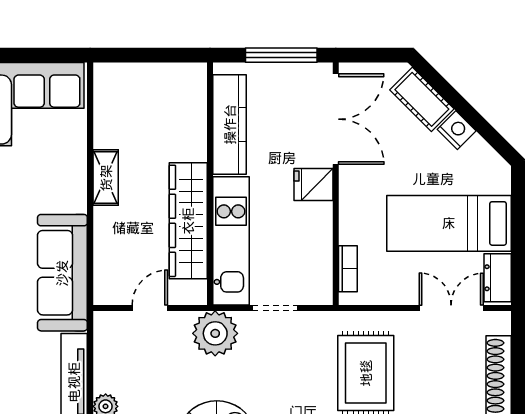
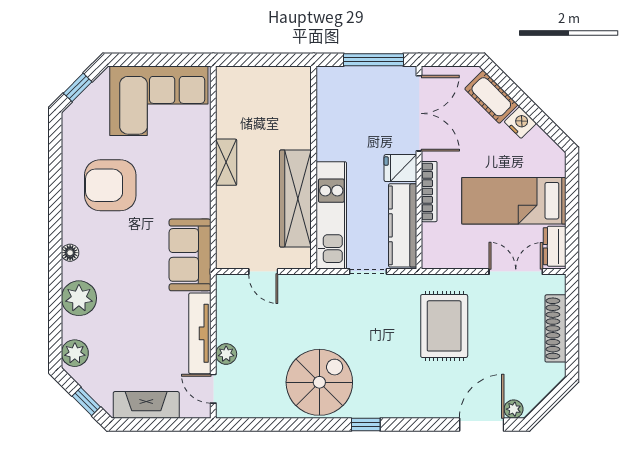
kitchen counter: (230, 124) -> (403, 225), moved, turned 180
bookcase: (348, 269) -> (429, 192), moved, width x1.56
sofa: (62, 273) -> (190, 255), width x0.73
door: (150, 308) -> (263, 272), swing flipped
plant: (215, 333) -> (318, 293), removed

